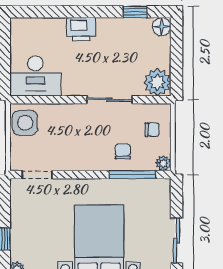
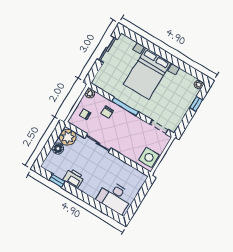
floor lamp: (162, 27) -> (58, 148), moved
printer: (81, 29) -> (74, 178), moved
desk: (35, 76) -> (115, 197), moved, turned 180
window: (132, 175) -> (125, 106), moved

